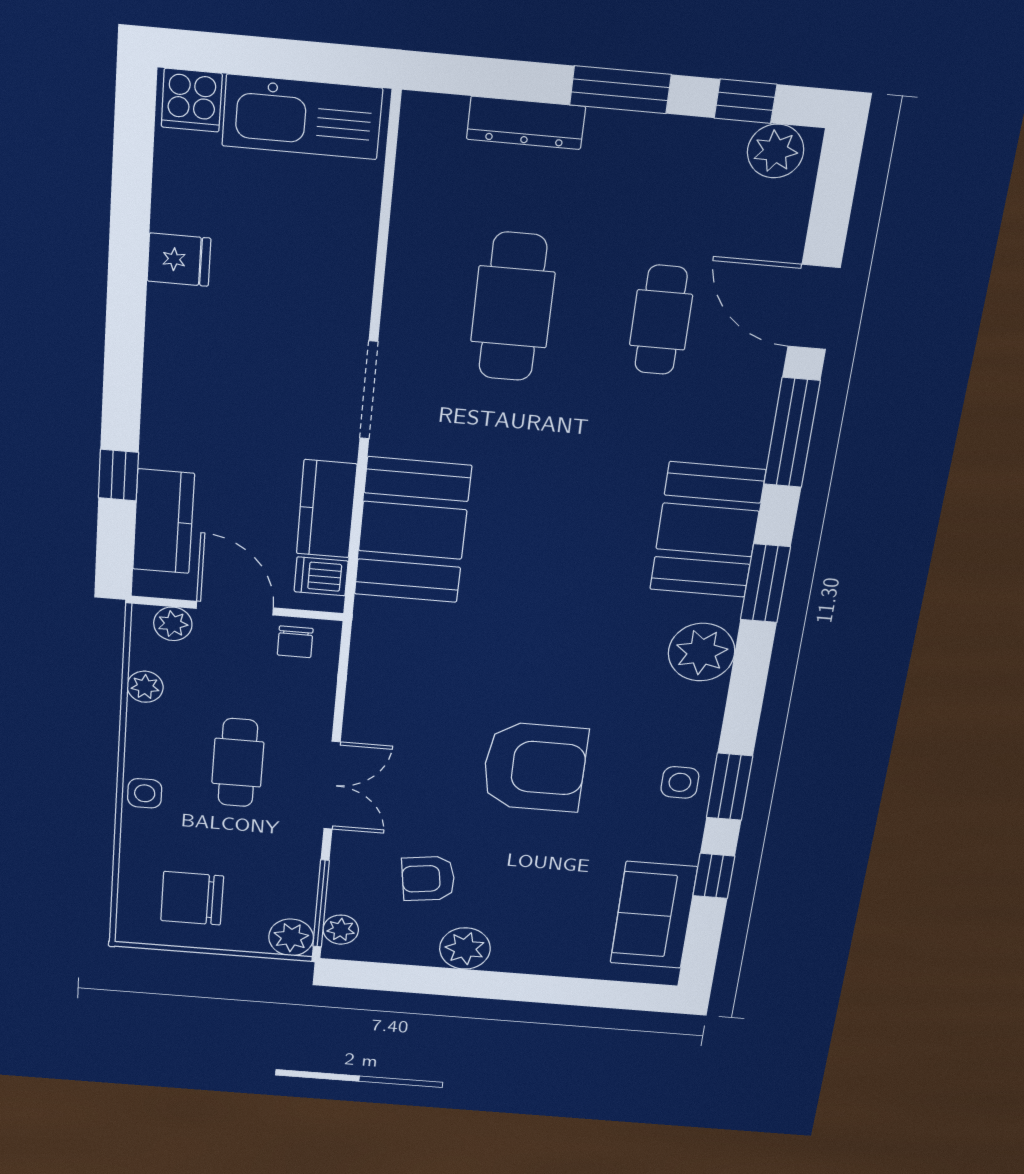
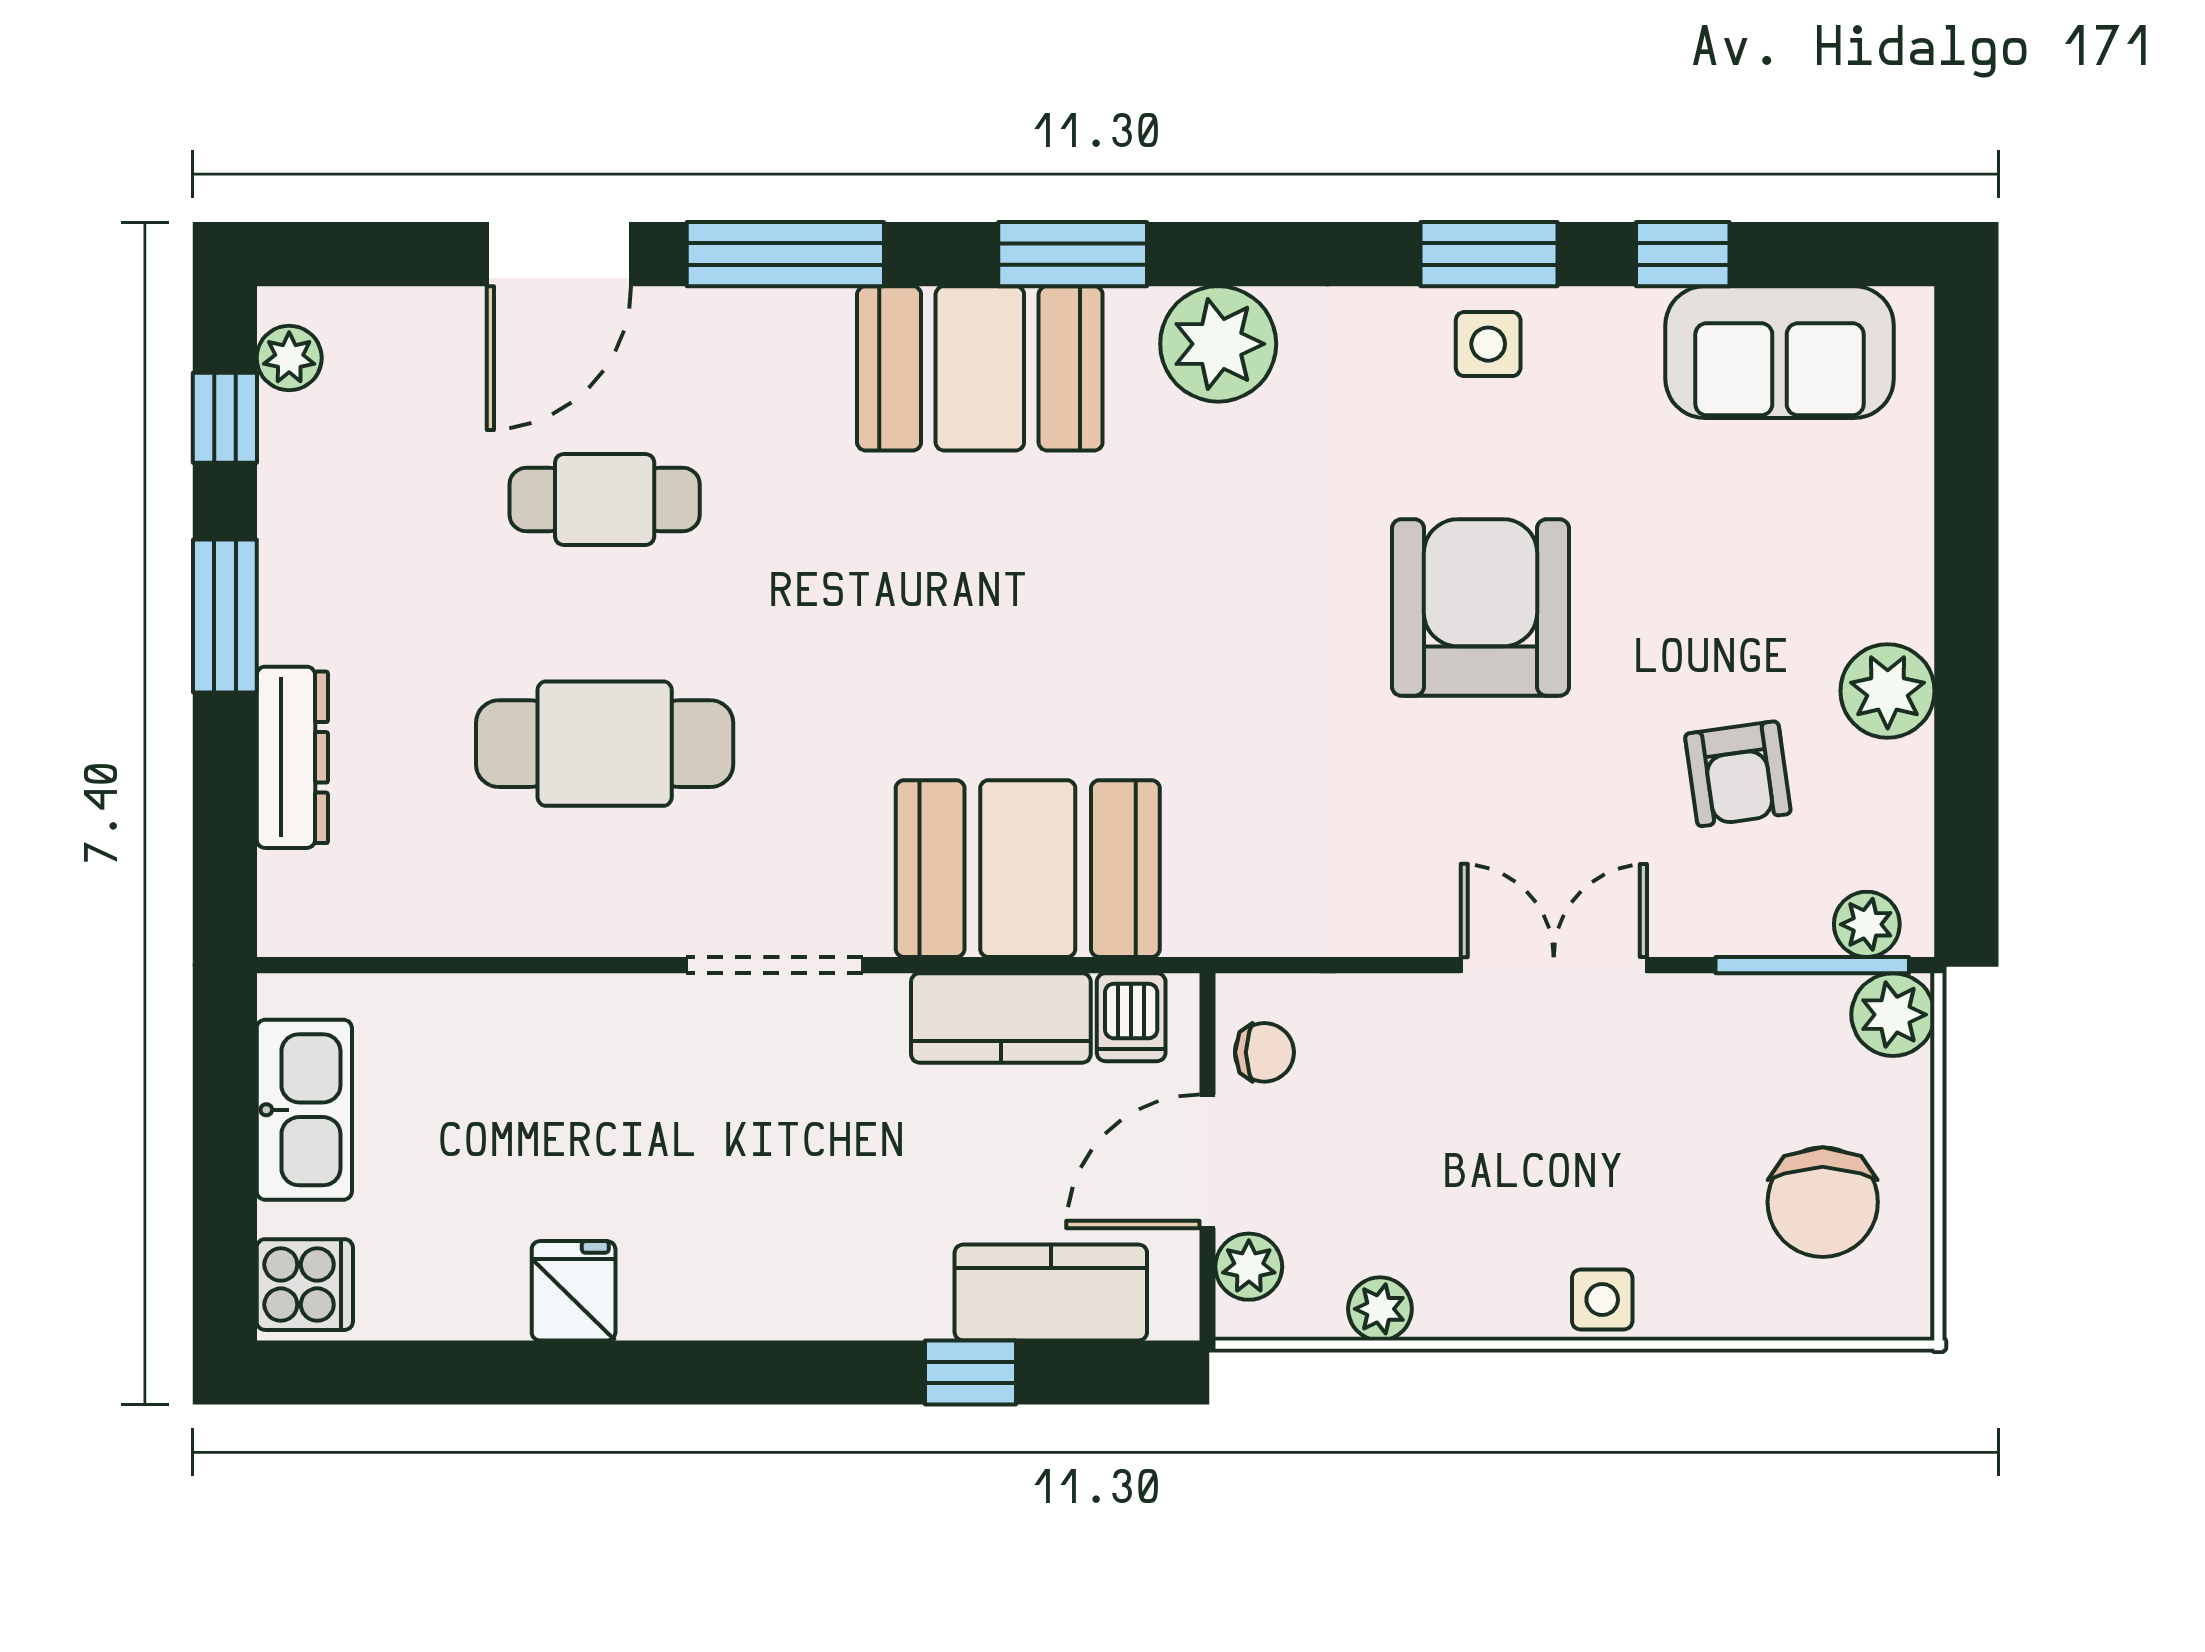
kitchen sink: (302, 117) -> (304, 1110), width x0.73, depth x0.81
plant: (776, 151) -> (289, 358), width x0.73, depth x0.73
cafe table: (238, 763) -> (1522, 1137), removed

